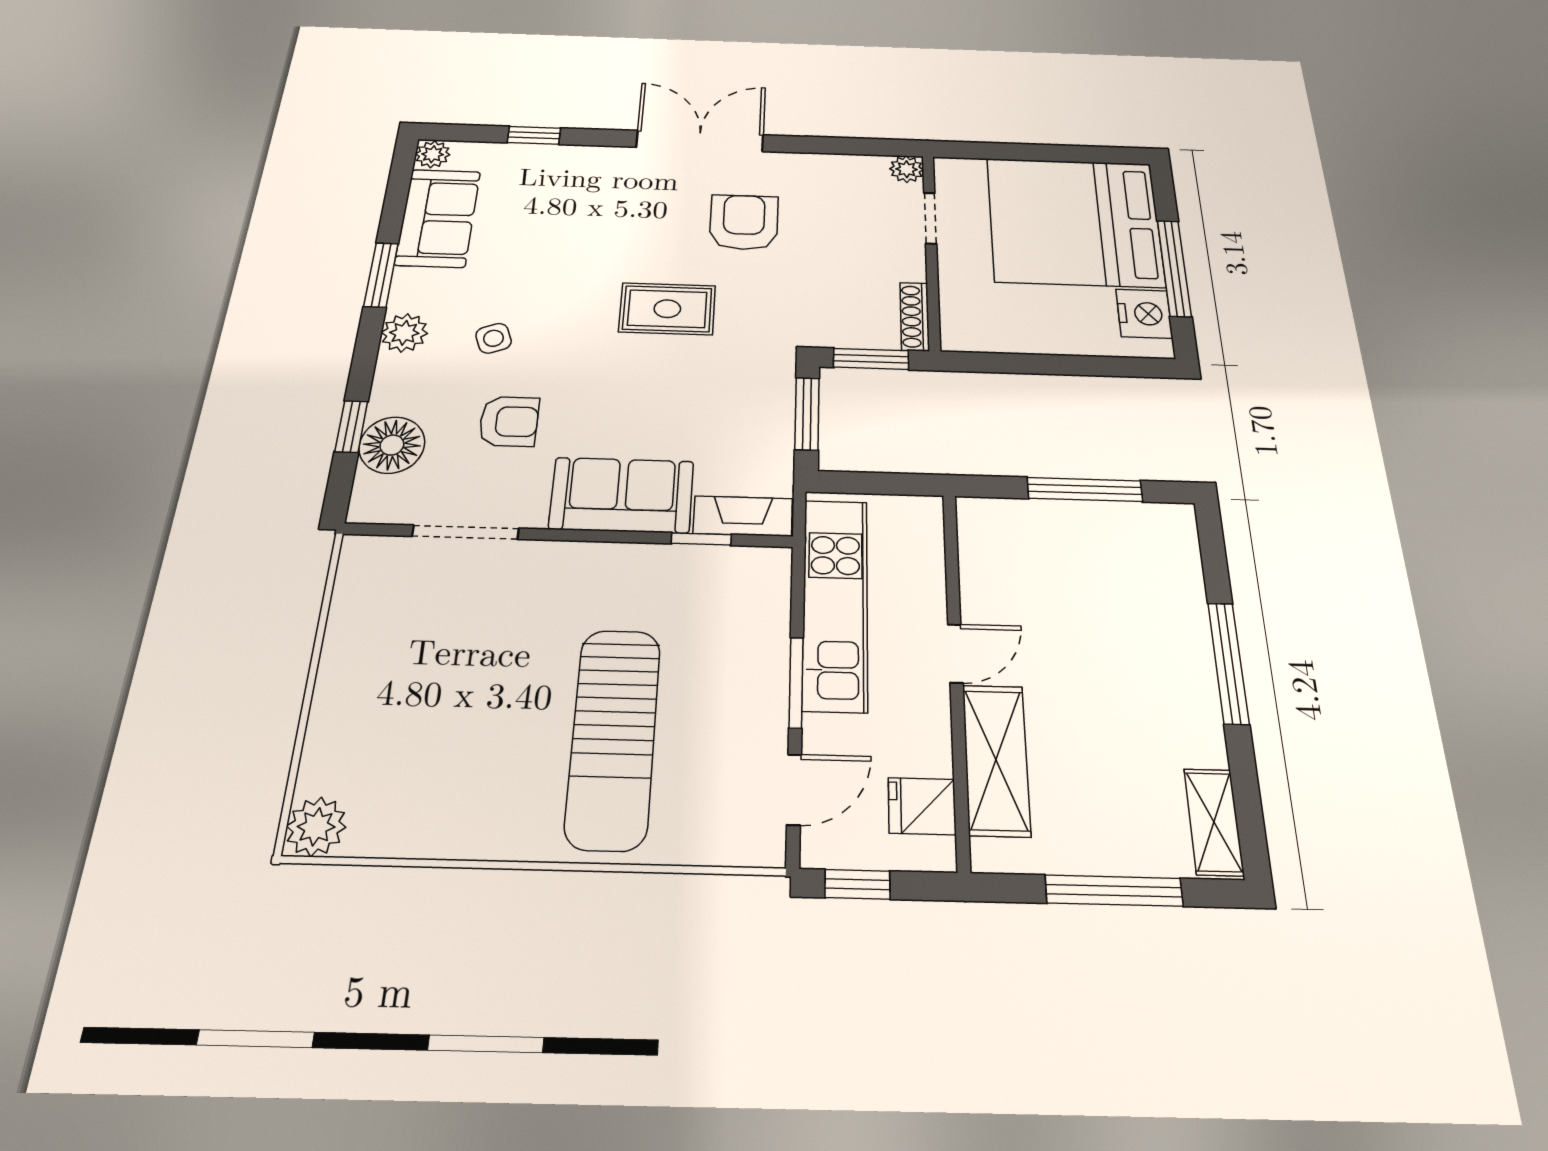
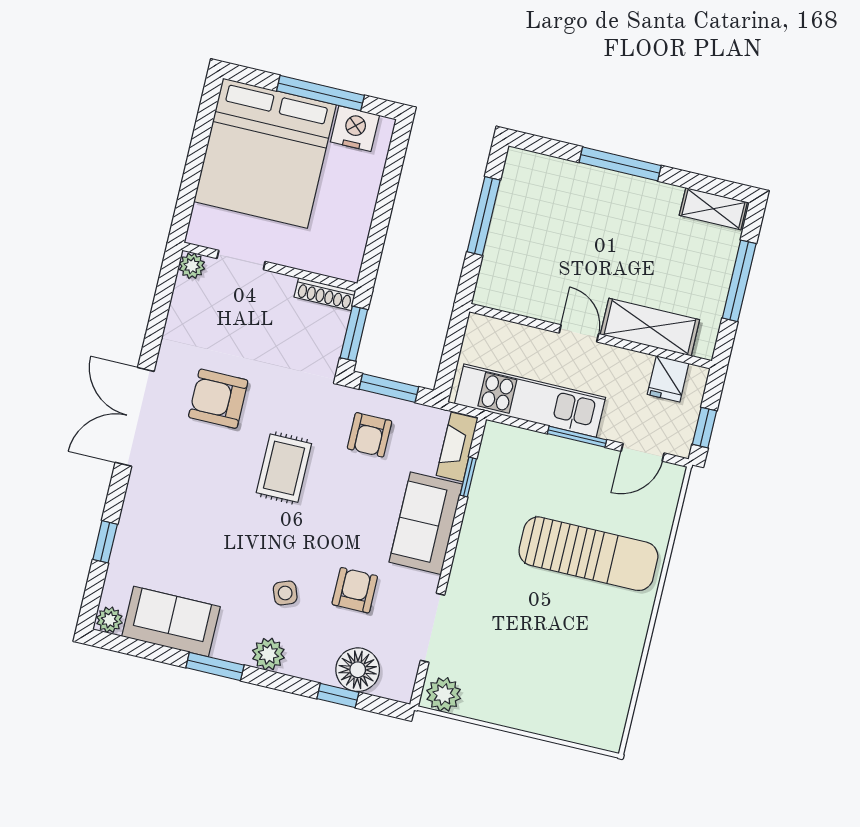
armchair: (735, 402) -> (370, 435), added
door: (794, 790) -> (643, 452), swing flipped
plant: (316, 827) -> (444, 694), moved

